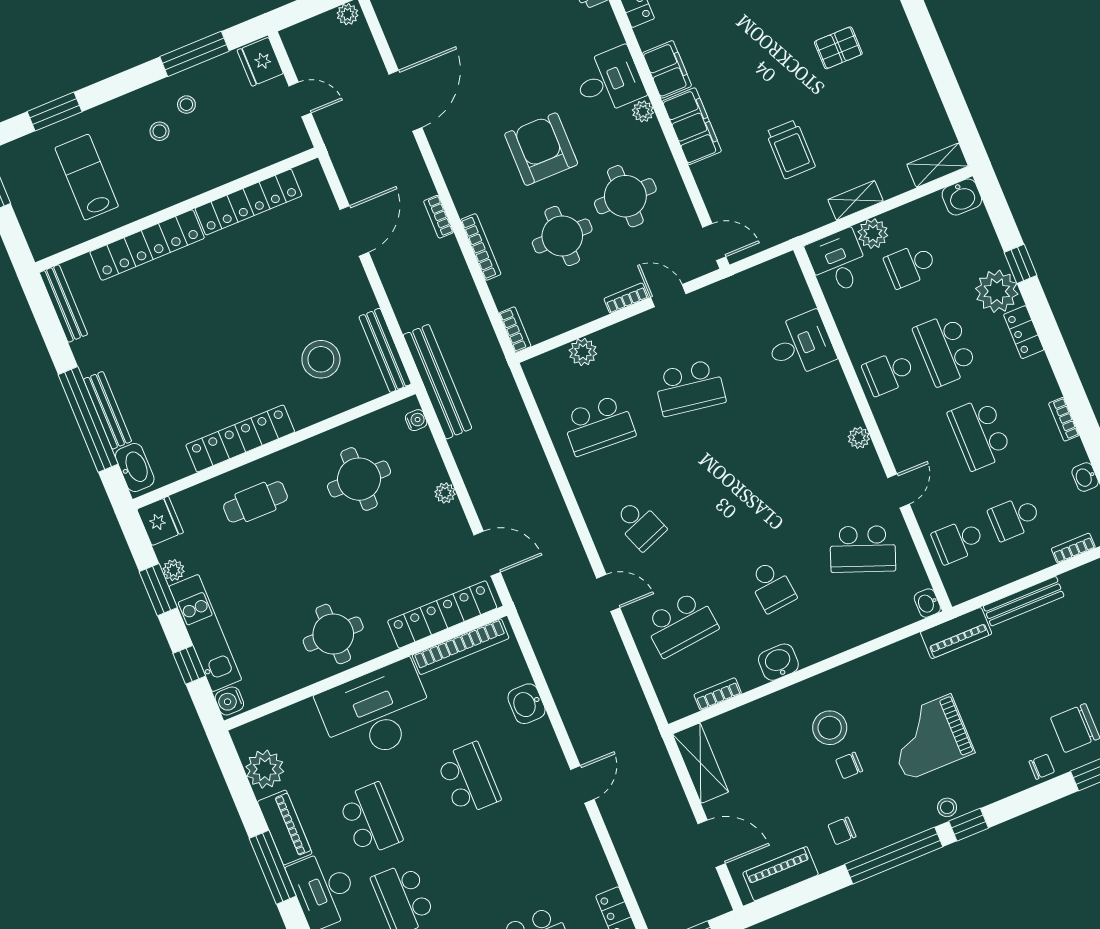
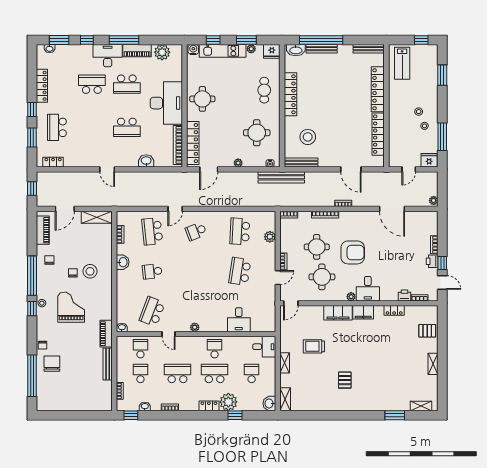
lab bench: (87, 177) -> (402, 63), moved, turned 90
plant: (873, 234) -> (269, 364), removed

